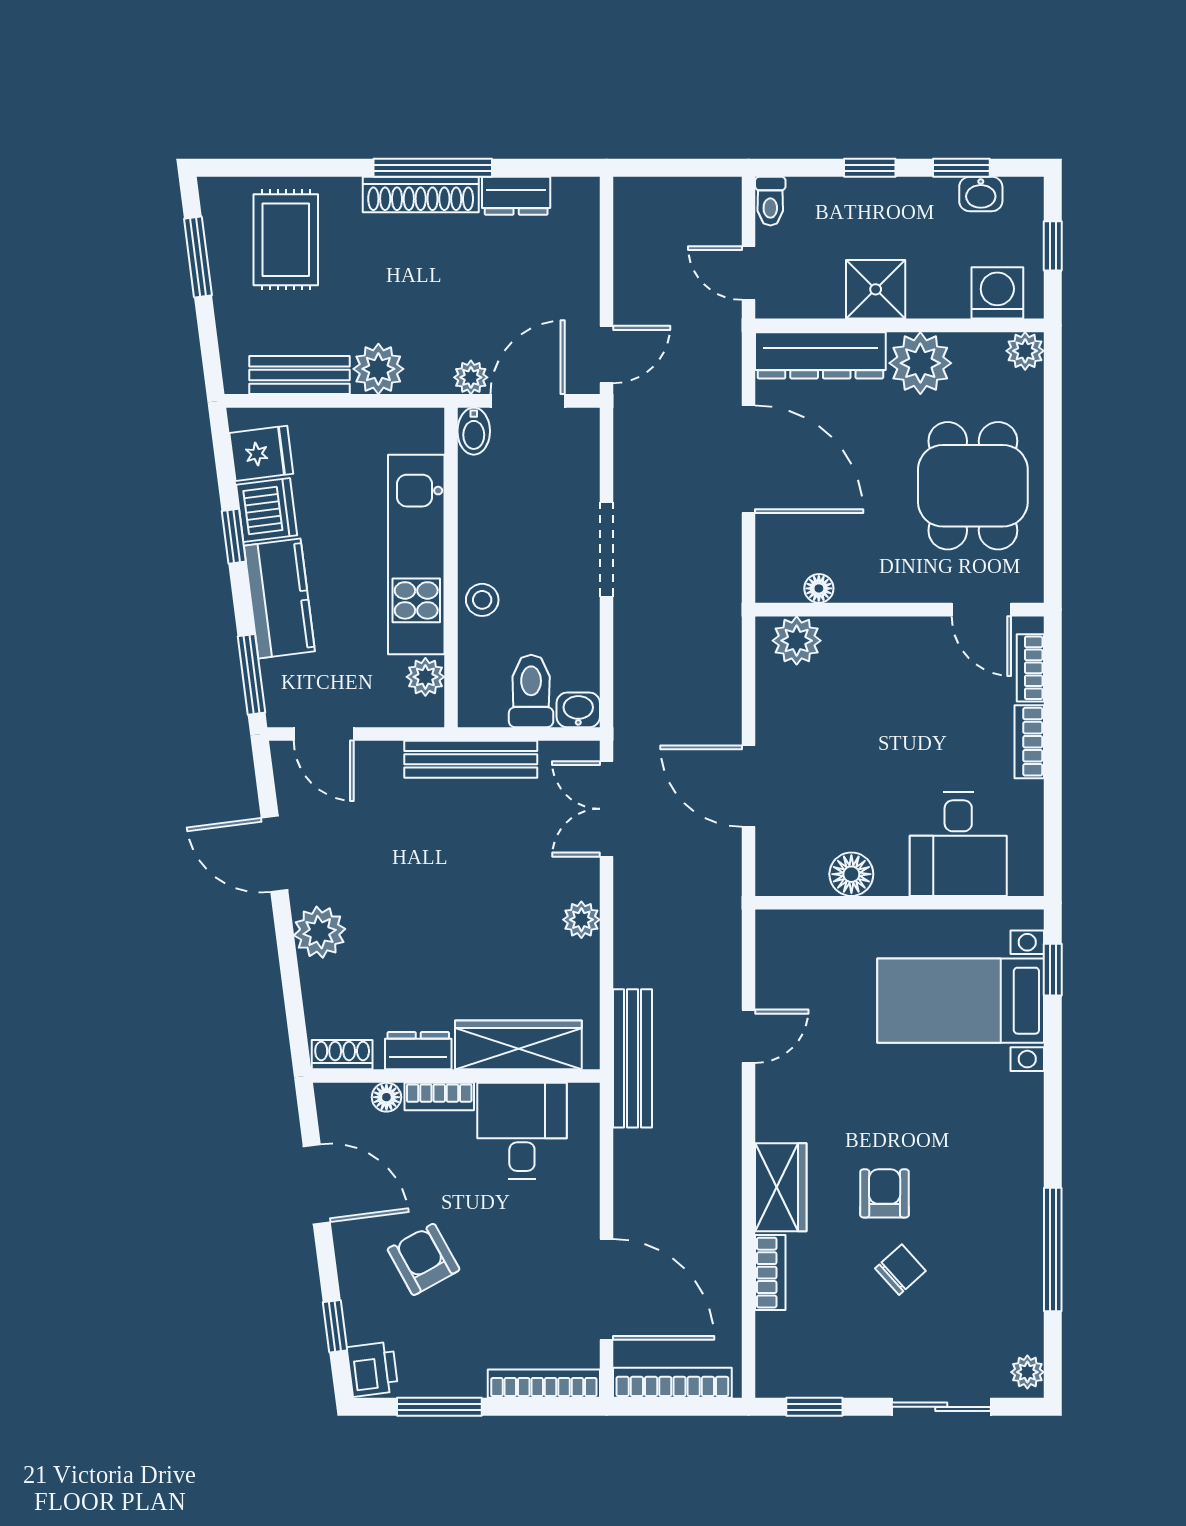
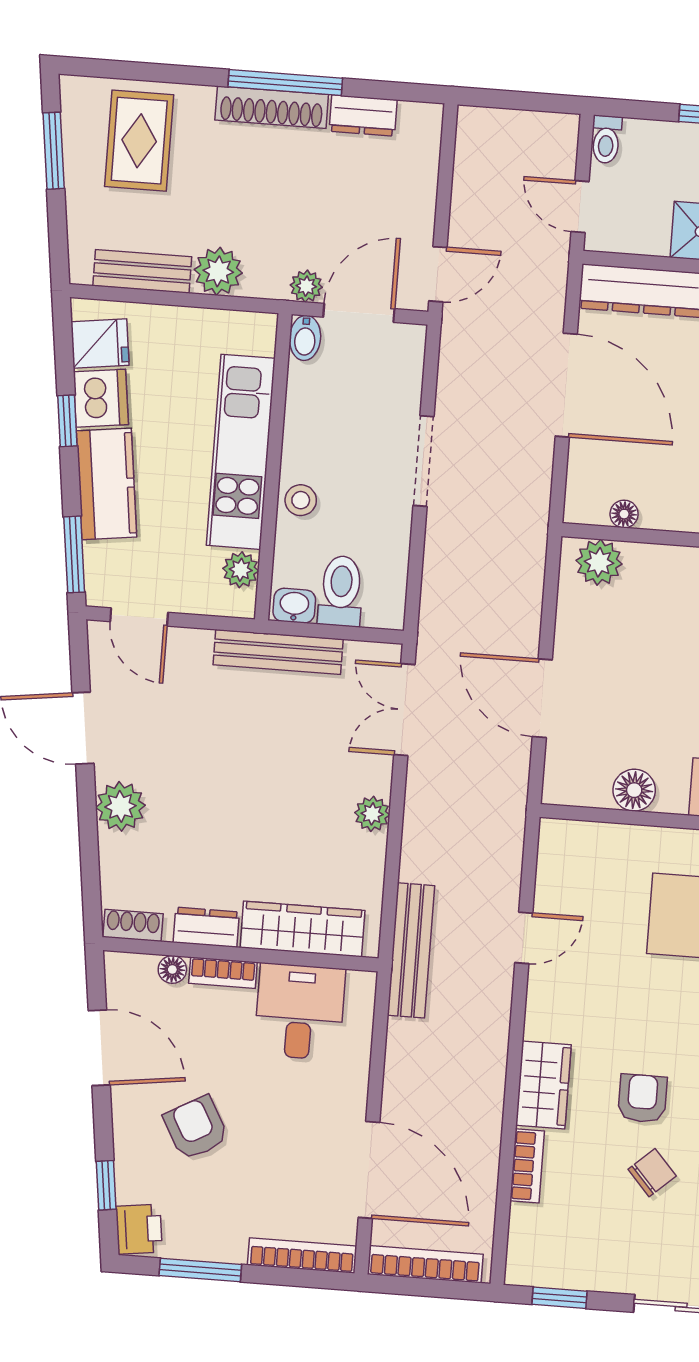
washbasin: (578, 710) -> (294, 606), moved

